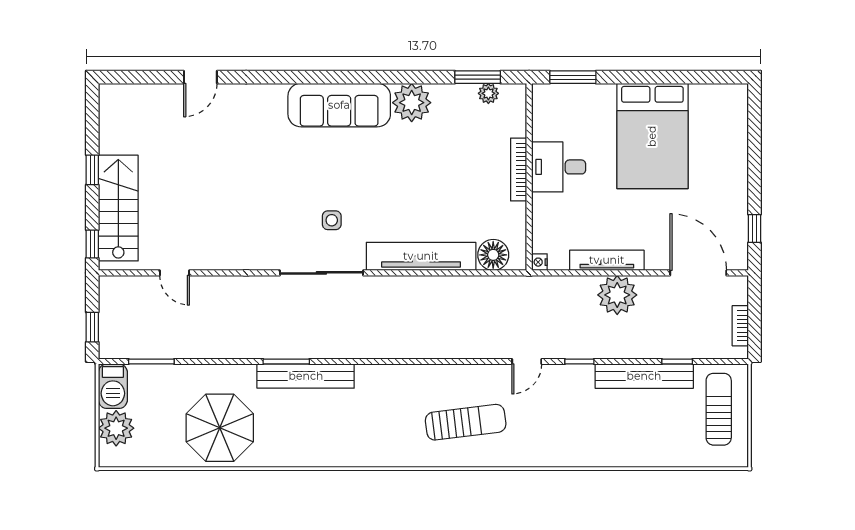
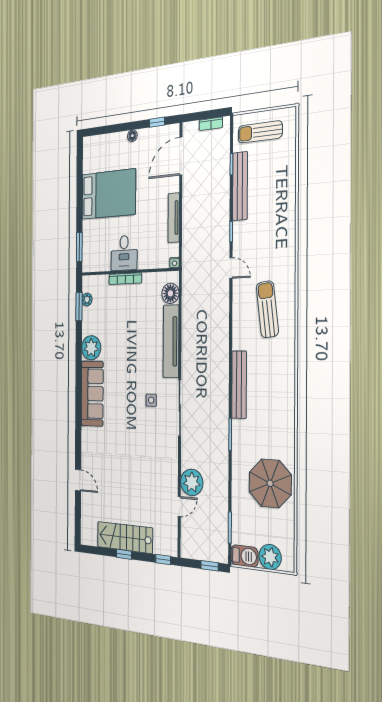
floor lamp: (739, 182) -> (132, 136), added
stairs: (118, 208) -> (125, 537), moved
plant: (617, 295) -> (192, 482), moved
bench: (306, 376) -> (239, 385), moved

